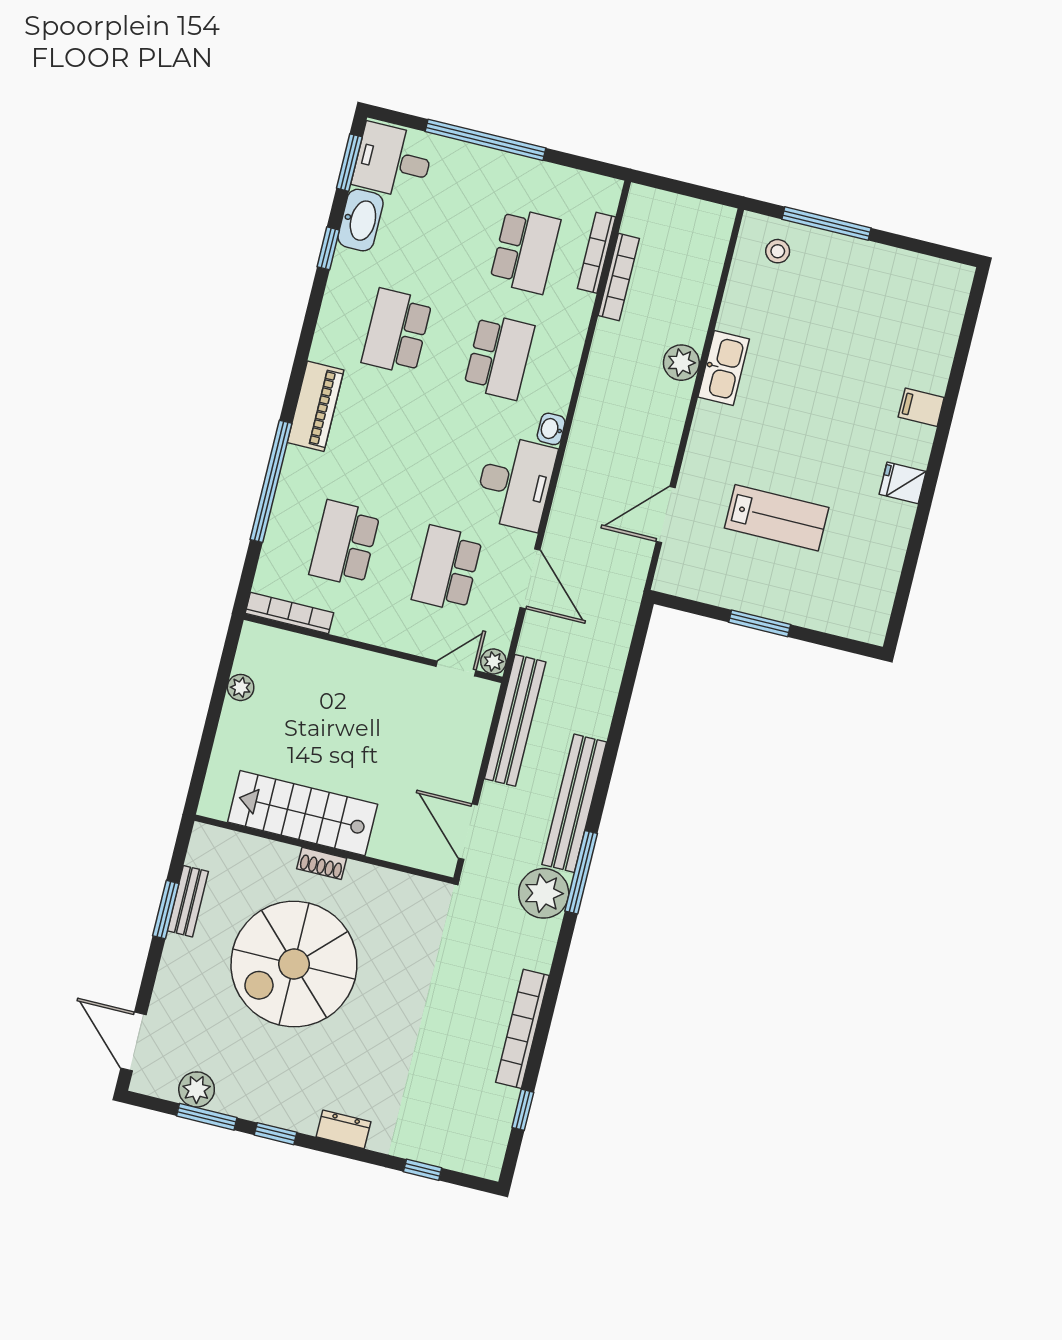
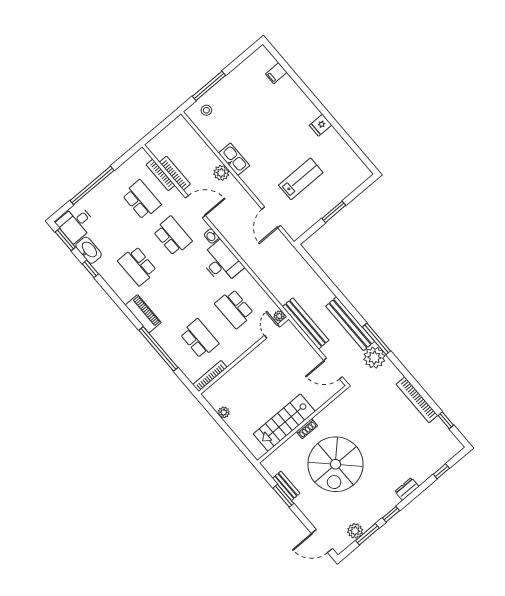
filing cabinet: (921, 407) -> (276, 73), moved
school desk: (345, 543) -> (199, 339), turned 180
door: (530, 579) -> (195, 207), moved

